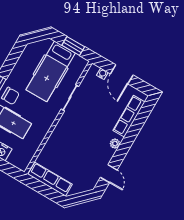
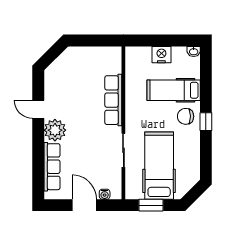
plant: (115, 144) -> (55, 130), width x1.87, depth x1.87
door: (109, 174) -> (38, 109), moved
row of seats: (50, 179) -> (113, 100), moved, turned 90

